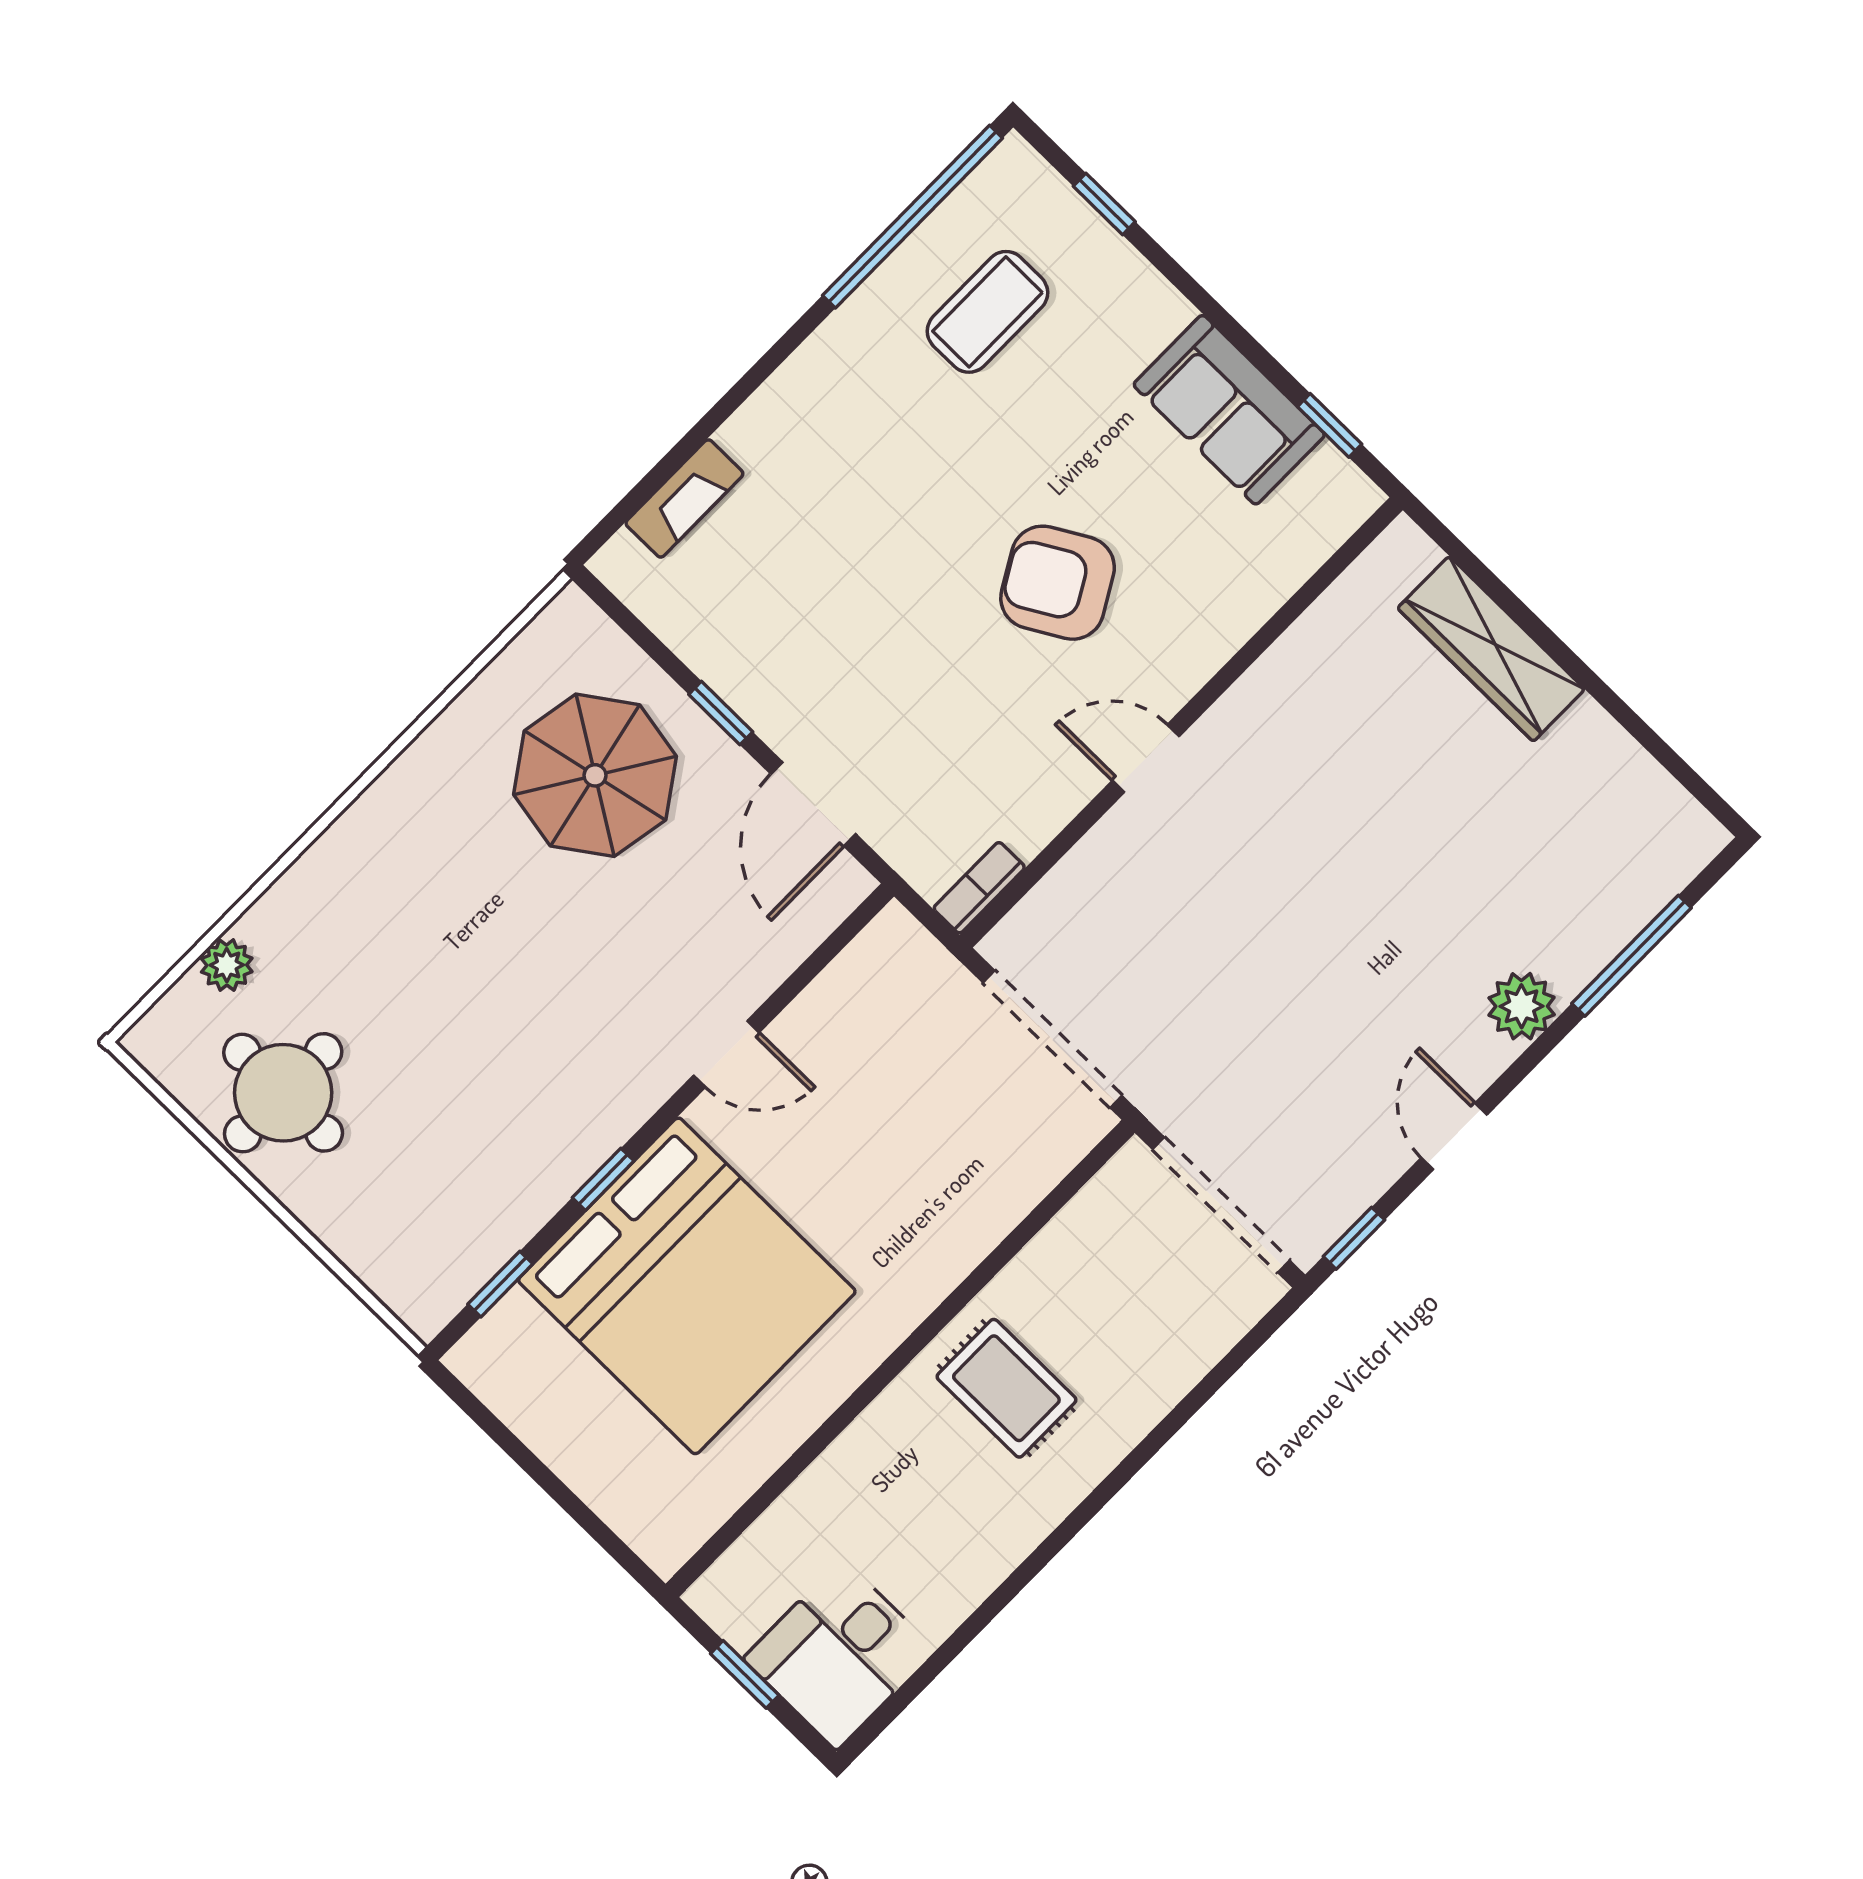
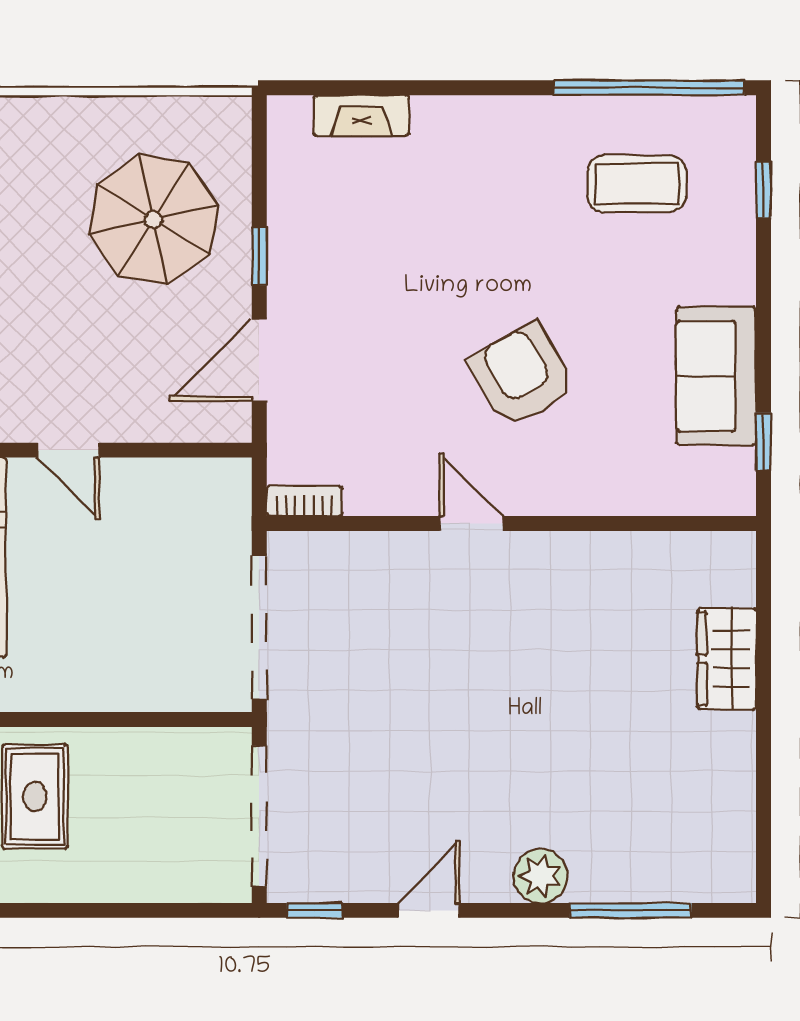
wardrobe: (1491, 649) -> (727, 659), width x0.67

